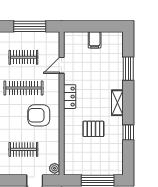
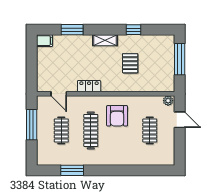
filing cabinet: (95, 40) -> (44, 41), moved
door: (62, 65) -> (59, 94), moved
locker: (70, 97) -> (89, 86), moved

